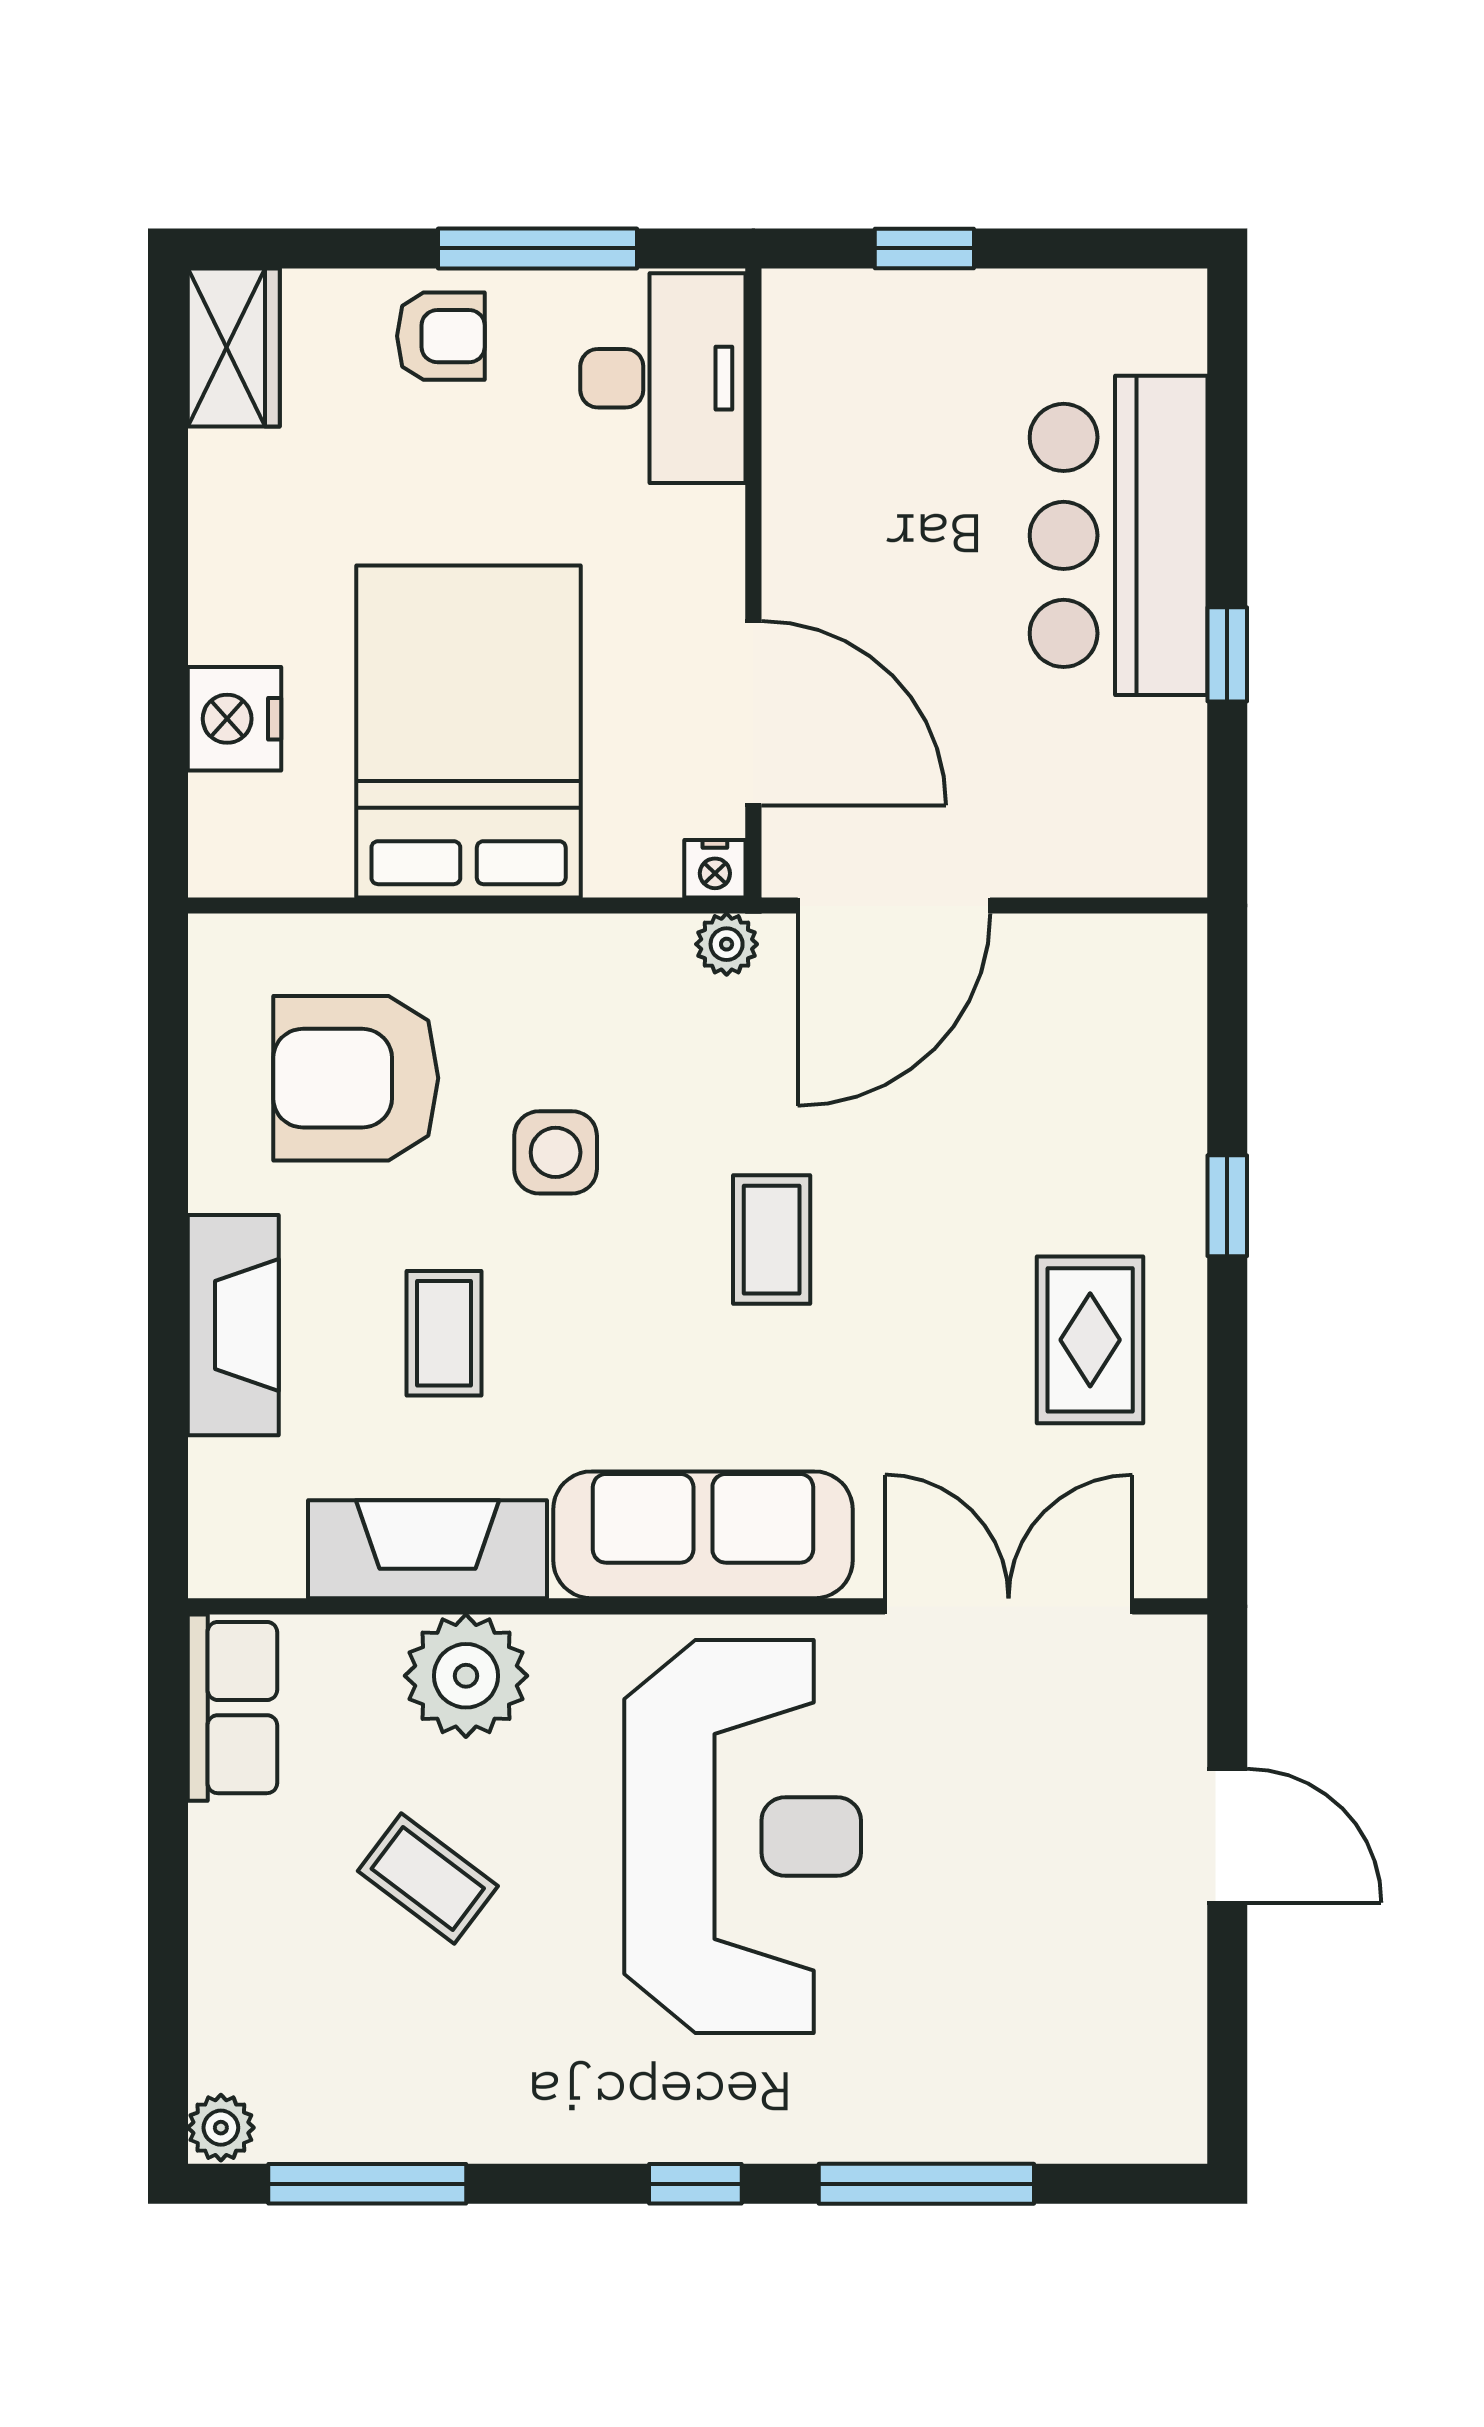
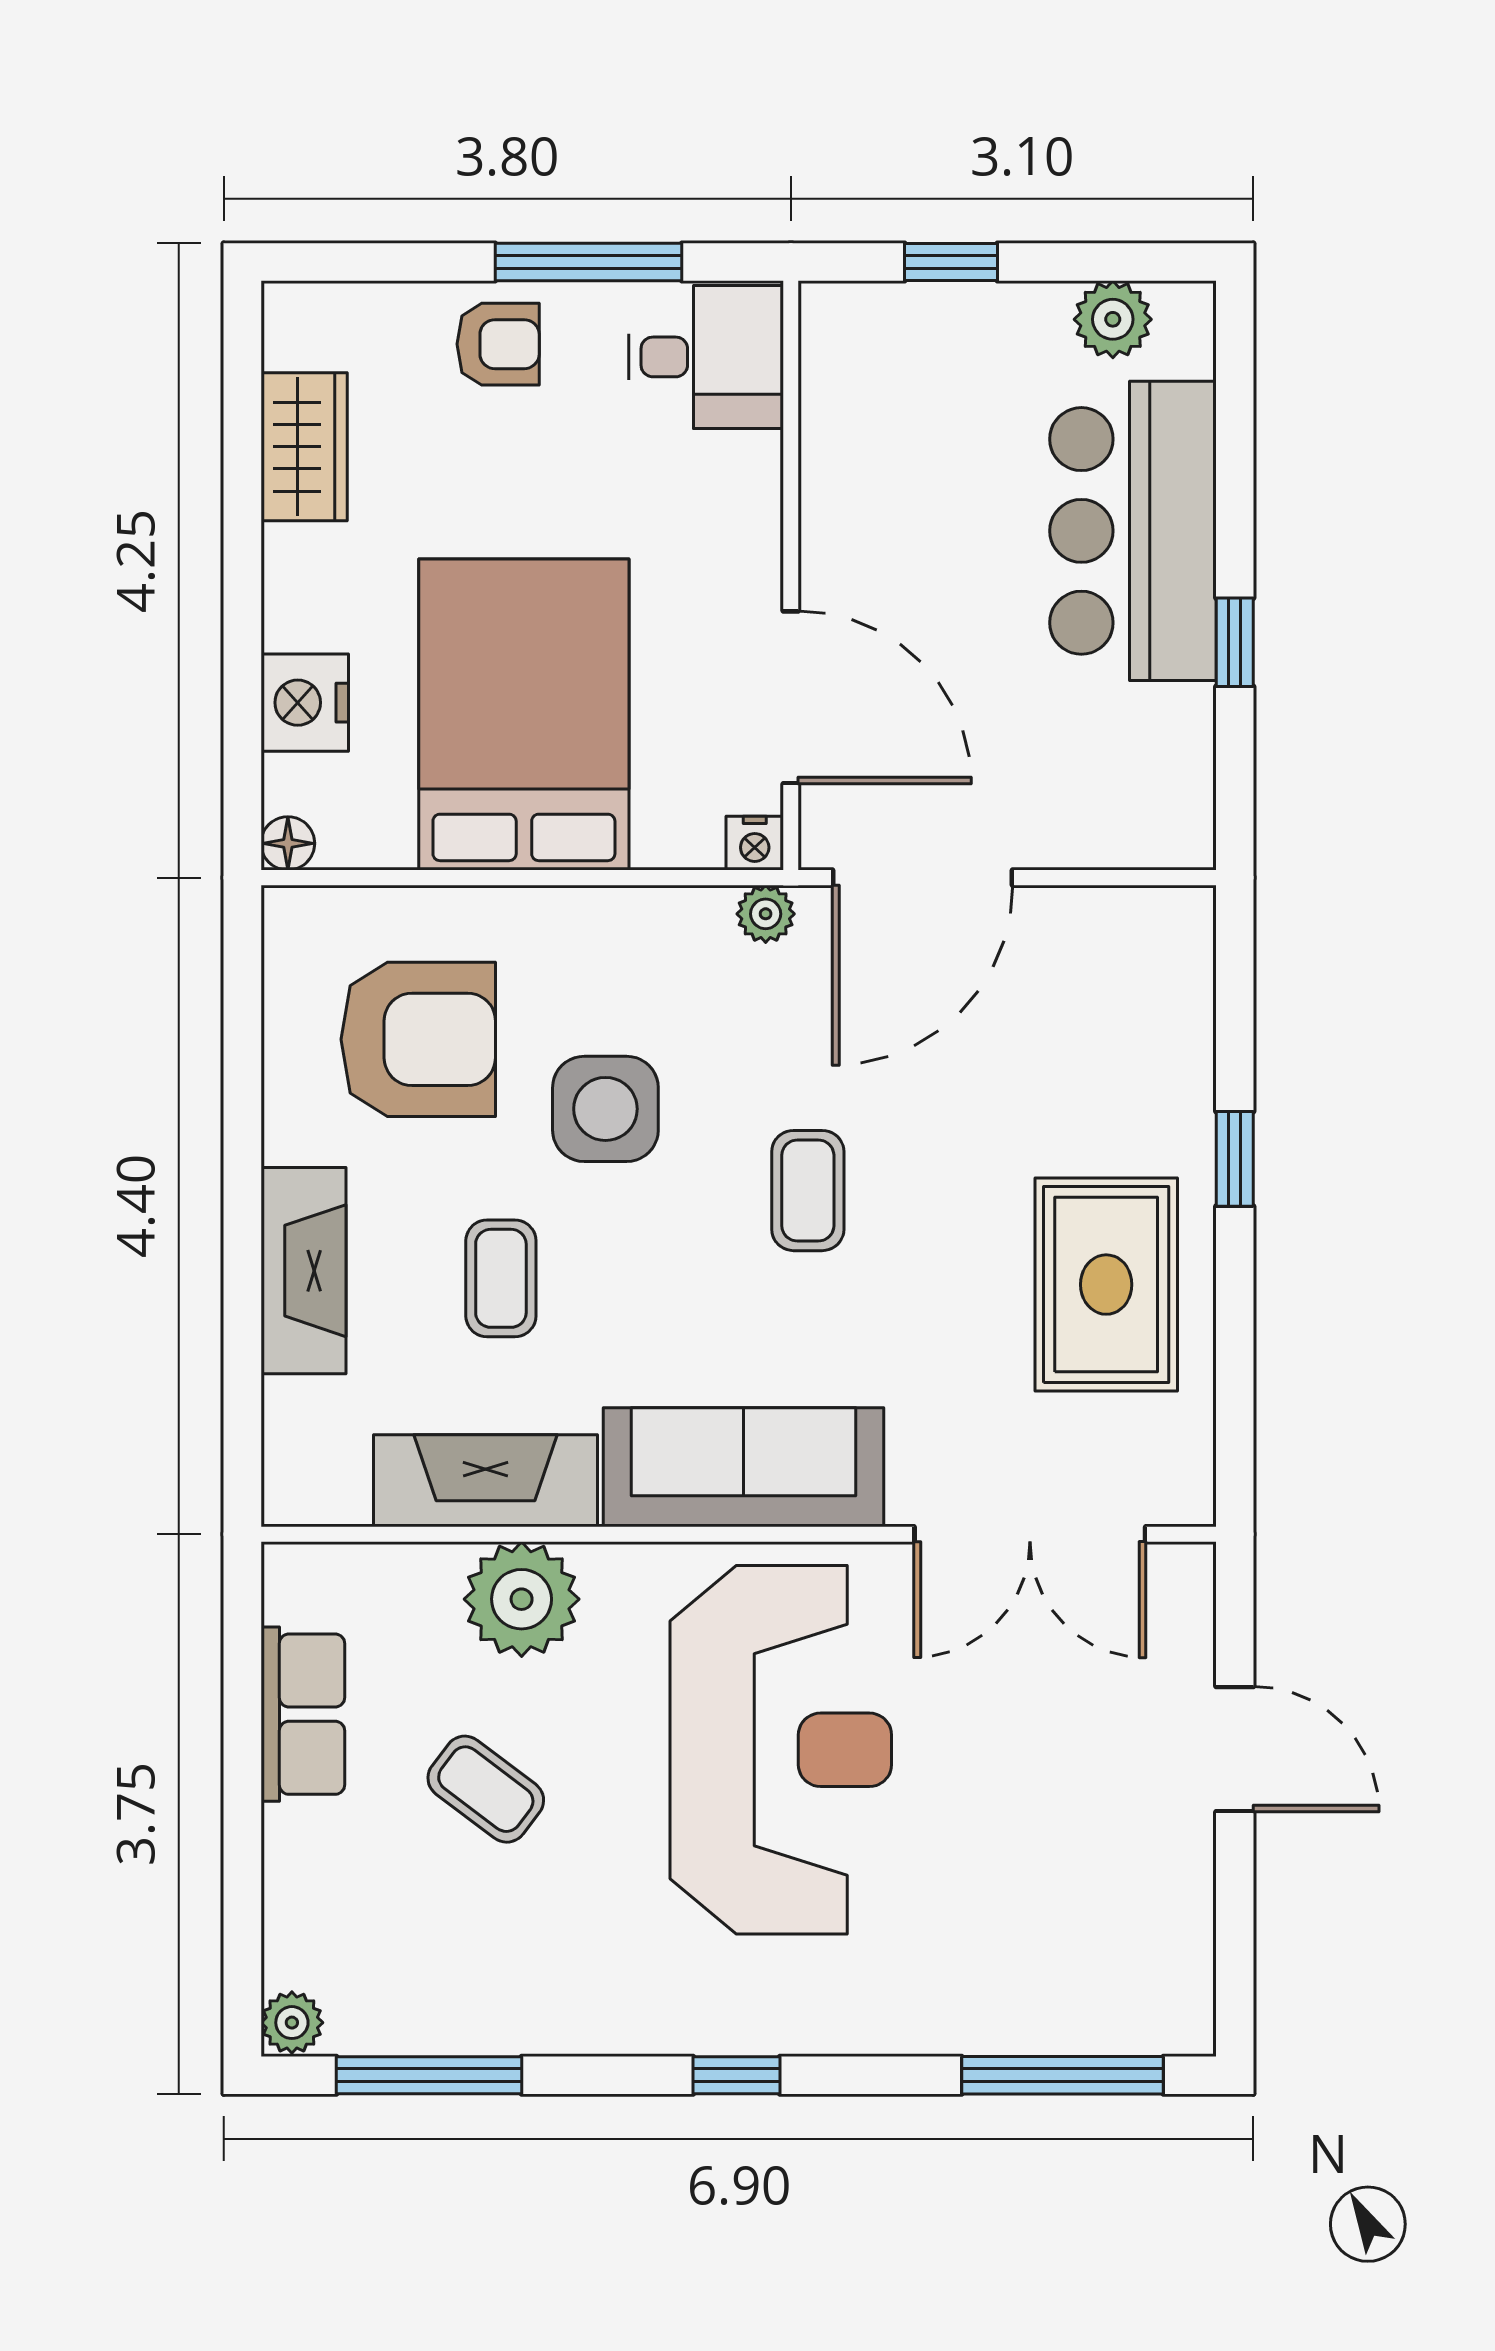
plant: (1097, 310) -> (1113, 319), added
wardrobe: (234, 348) -> (304, 447), moved
desk: (663, 378) -> (706, 357), width x0.73
floor lamp: (216, 869) -> (288, 843), added
armchair: (356, 1078) -> (418, 1039), turned 180
side table: (556, 1152) -> (605, 1109), width x1.37, depth x1.37
rug: (1090, 1340) -> (1106, 1285), width x1.36, depth x1.43
double door: (1009, 1606) -> (1030, 1534), swing flipped
row of seats: (233, 1708) -> (303, 1714), moved
window: (926, 2184) -> (1063, 2075), moved

